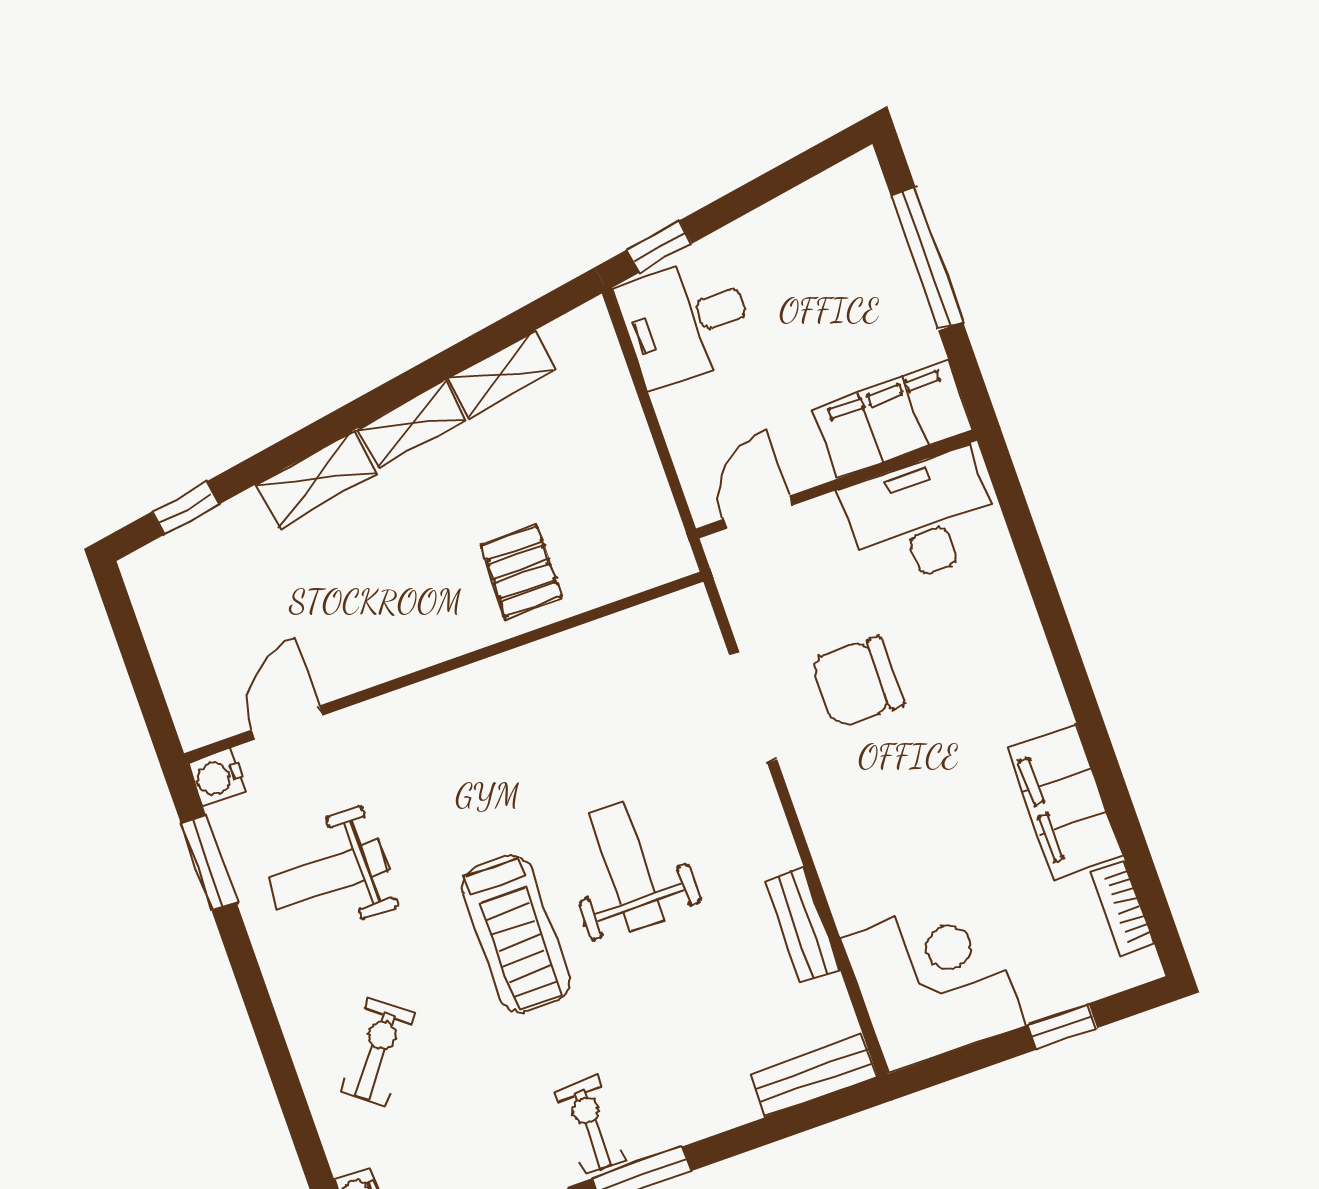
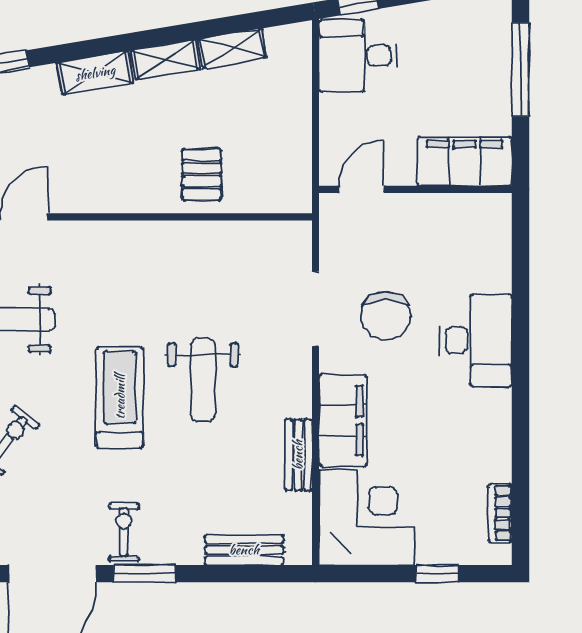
desk: (922, 518) -> (476, 340), moved, turned 90
chair: (858, 682) -> (386, 316), turned -90
filing cabinet: (1065, 801) -> (343, 421), moved, turned 180
weight bench: (627, 866) -> (203, 380), turned 180
treadmill: (516, 934) -> (120, 397), turned 180
bench: (814, 1076) -> (244, 550), moved

